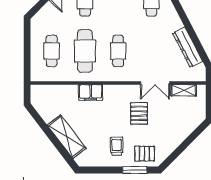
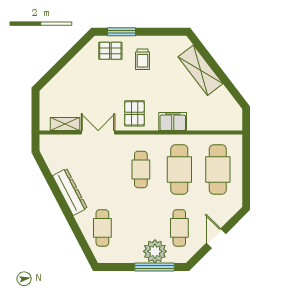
dresser: (188, 47) -> (70, 192), moved
cafe table: (52, 51) -> (218, 169), width x1.37, depth x1.35
pallet: (139, 113) -> (134, 113), moved

